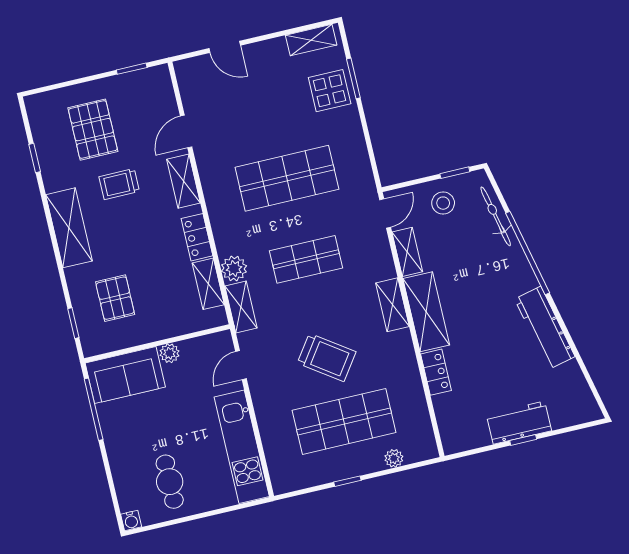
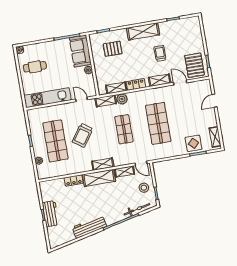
pallet: (93, 130) -> (195, 65), moved, turned 90

